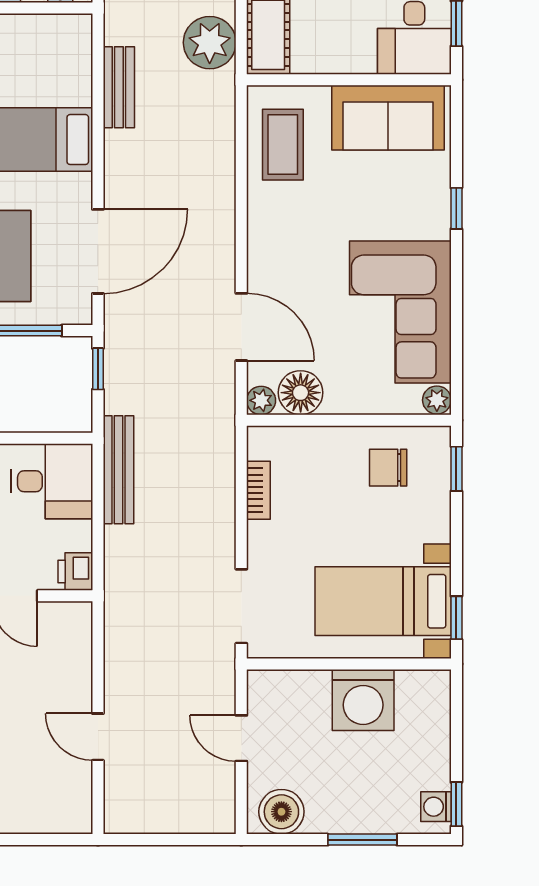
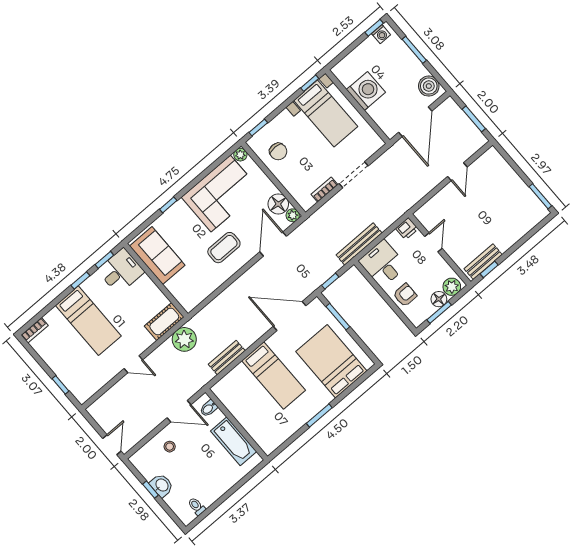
coffee table: (283, 145) -> (224, 248), moved
doorway: (241, 606) -> (354, 175), moved
door: (241, 738) -> (415, 122), width x1.87
window: (162, 840) -> (474, 119), added

